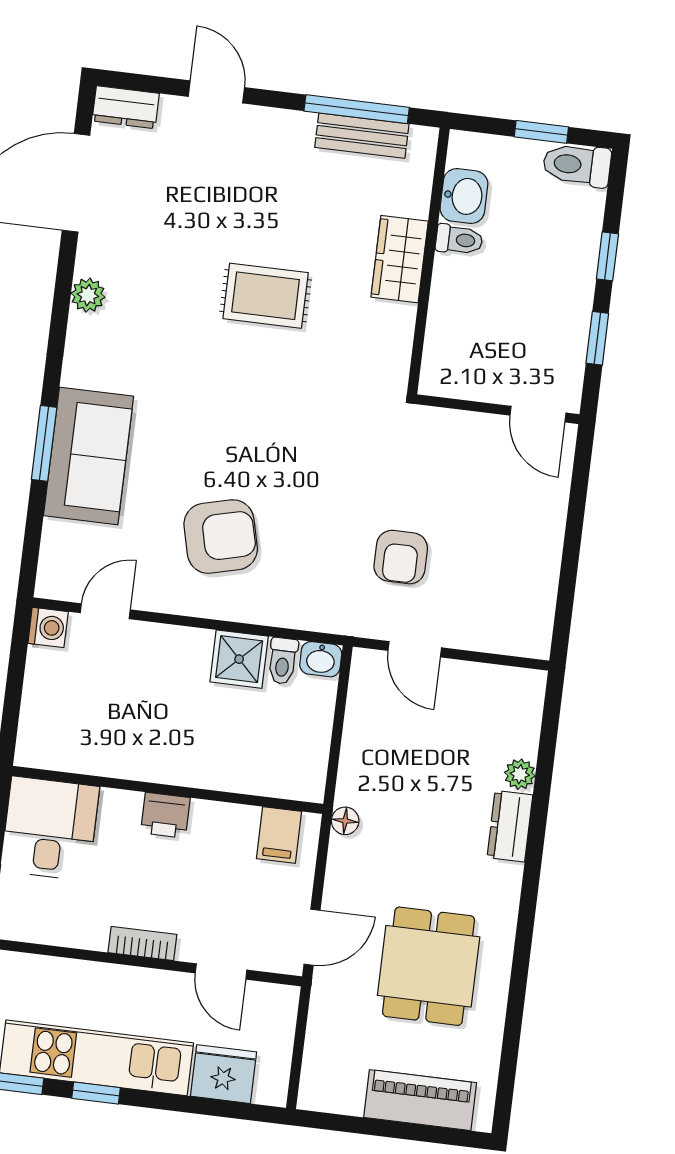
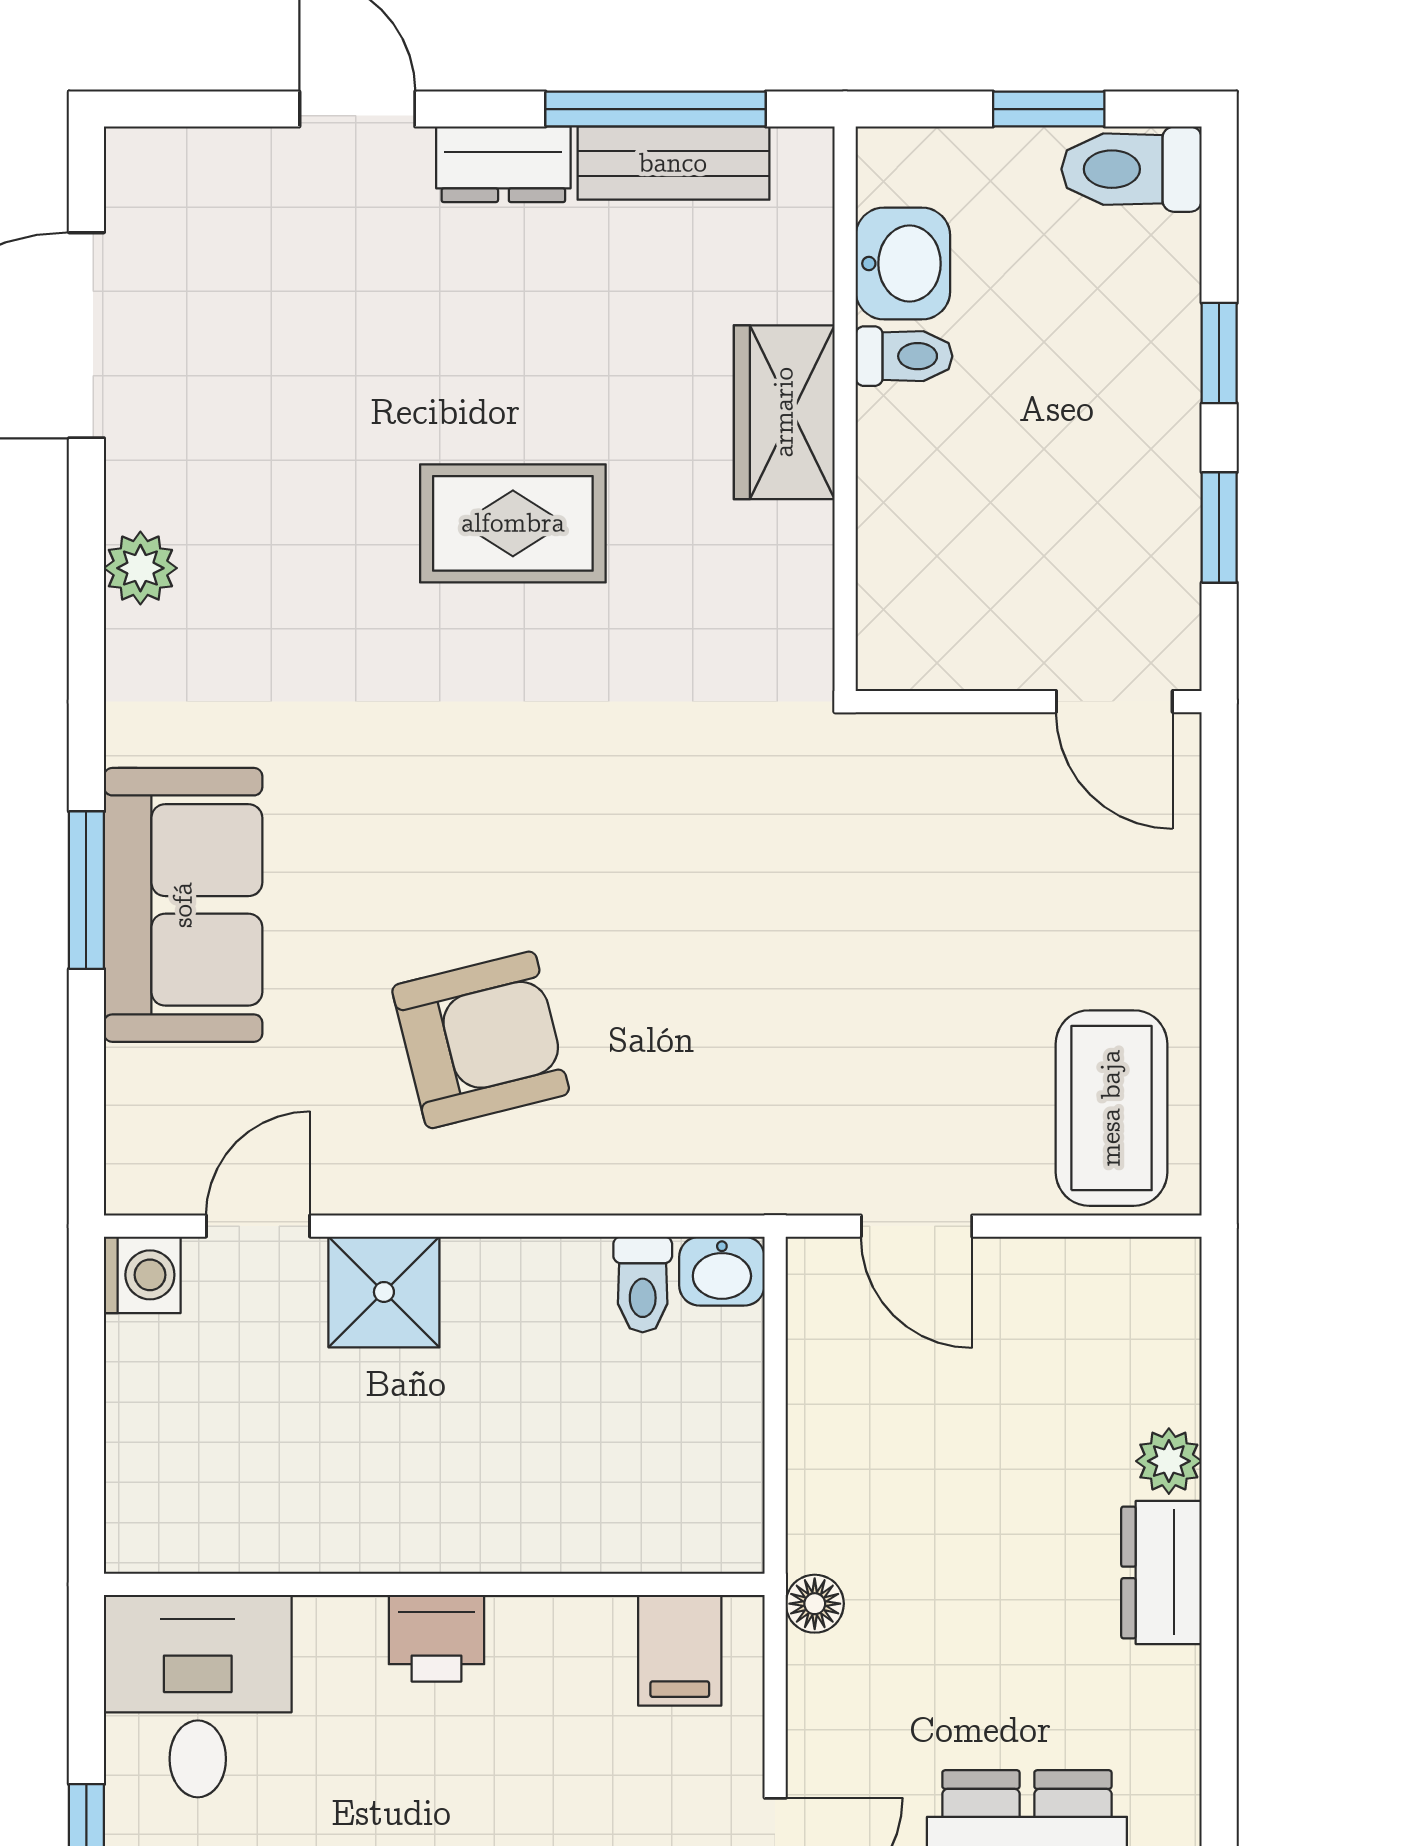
dresser: (126, 107) -> (503, 164), moved
armchair: (401, 557) -> (863, 1036), removed
coffee table: (513, 605) -> (1111, 1108), added
shower: (239, 659) -> (384, 1292), moved

